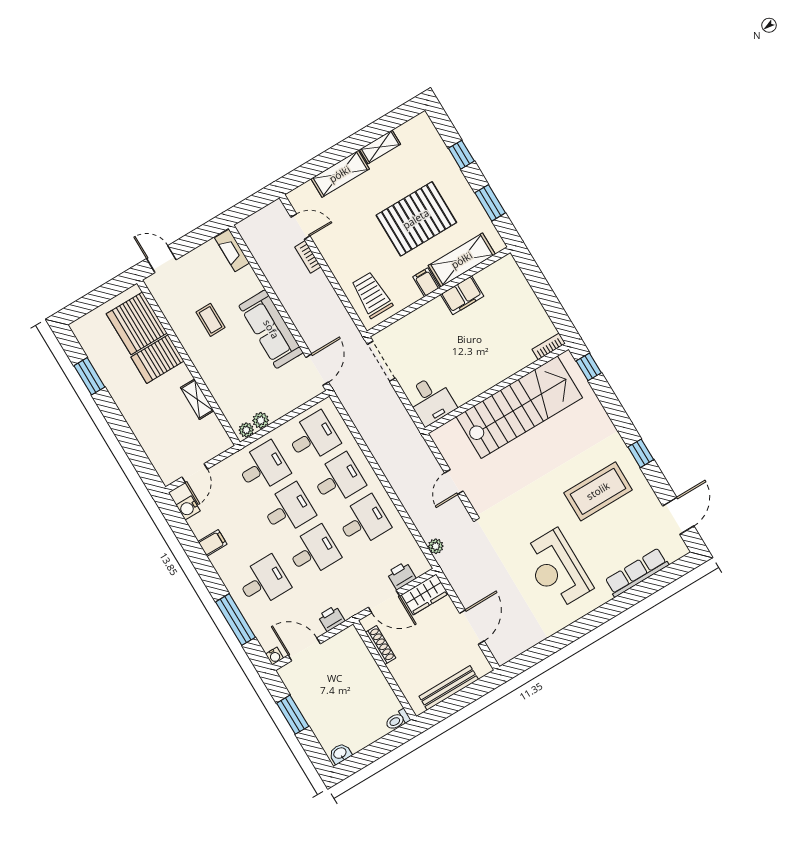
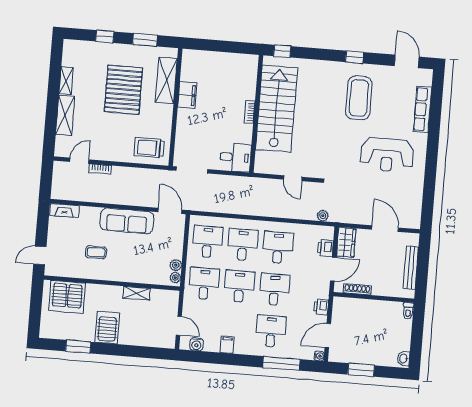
filing cabinet: (426, 282) -> (165, 111), removed
bookcase: (549, 346) -> (250, 112), moved
server rack: (157, 359) -> (107, 328), moved, turned 180

